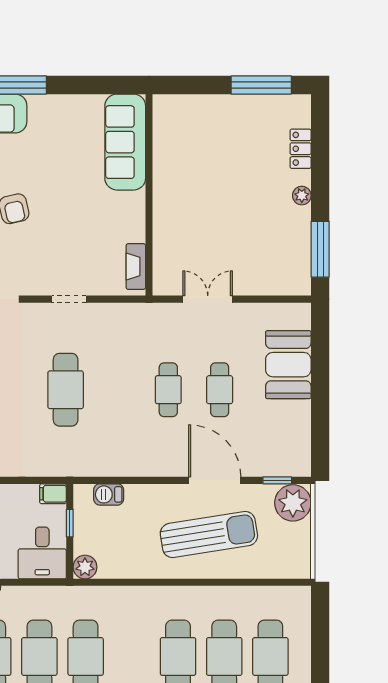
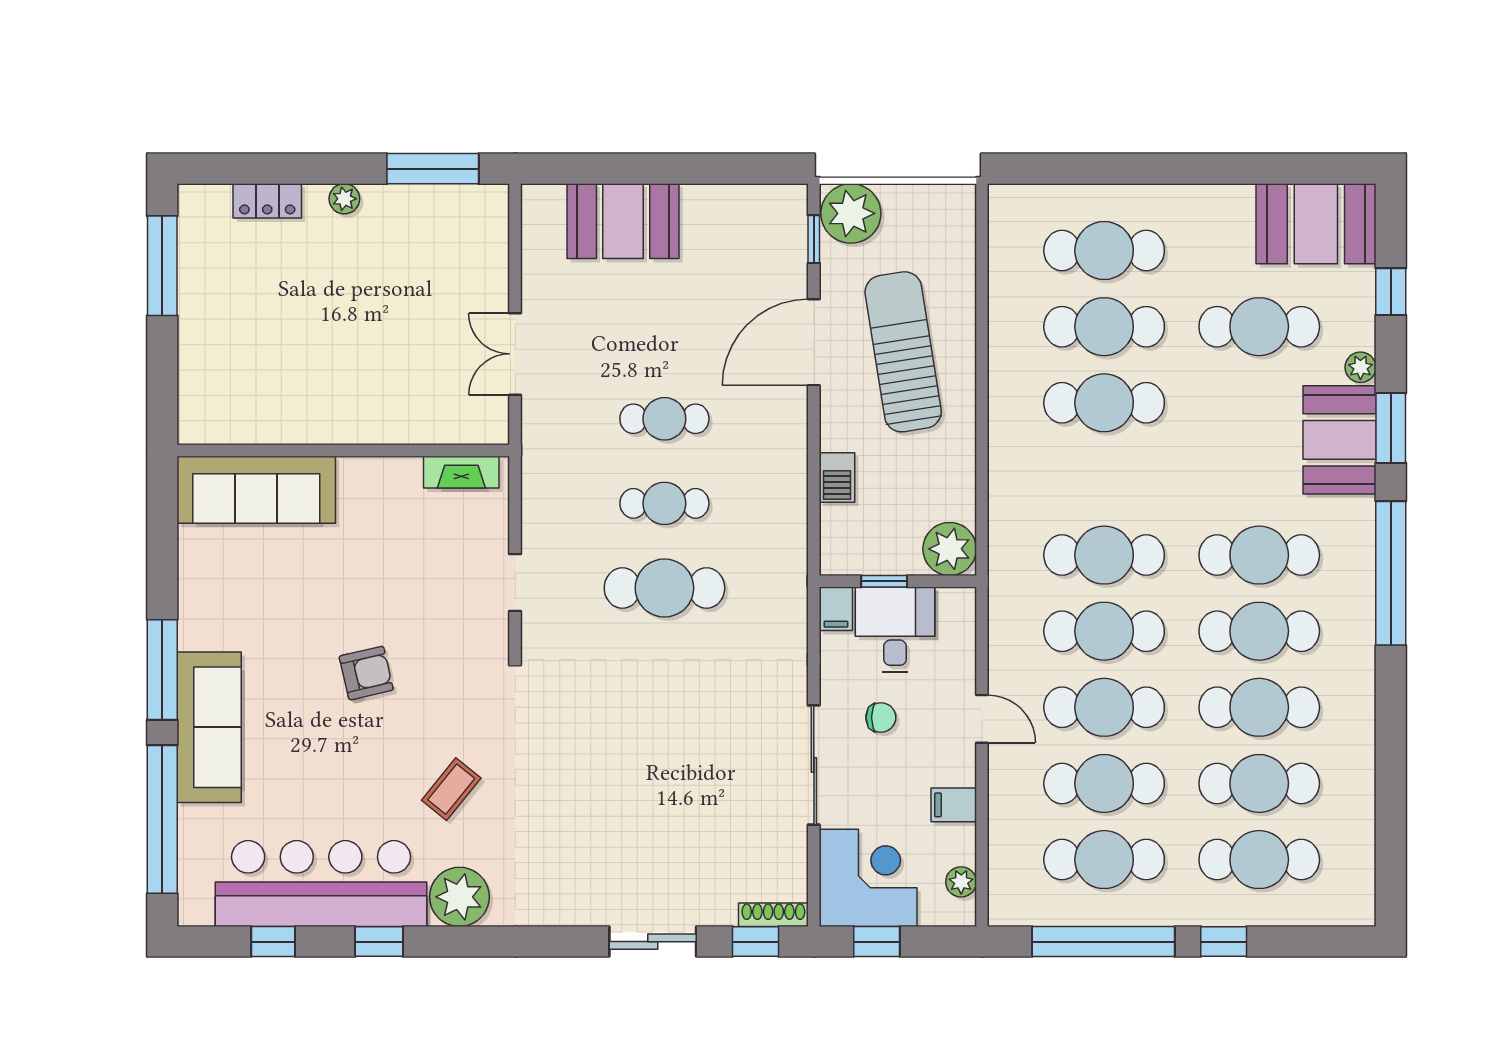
cafe table: (220, 390) -> (664, 503), moved
barbecue: (109, 494) -> (837, 477), moved
desk: (42, 553) -> (895, 630), moved, turned -90
plant: (85, 567) -> (950, 549), width x1.36, depth x1.36

